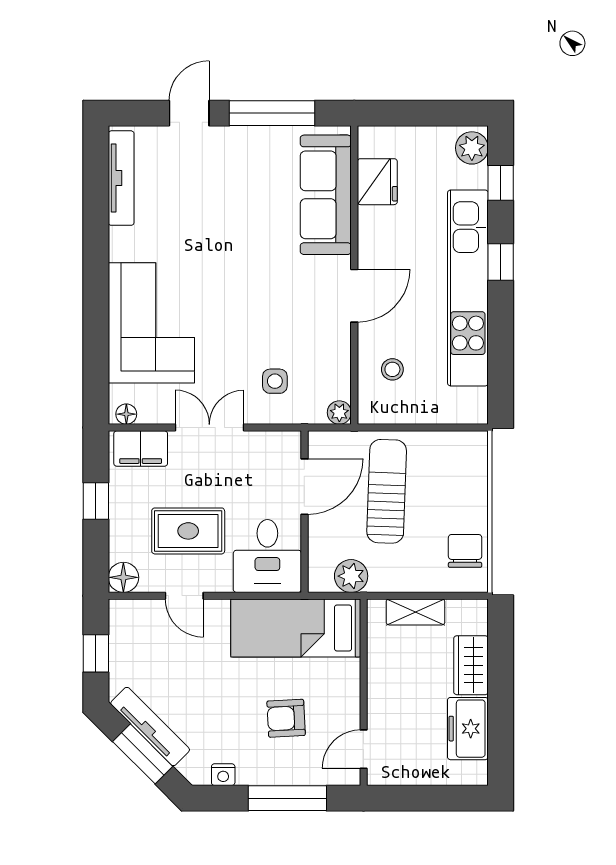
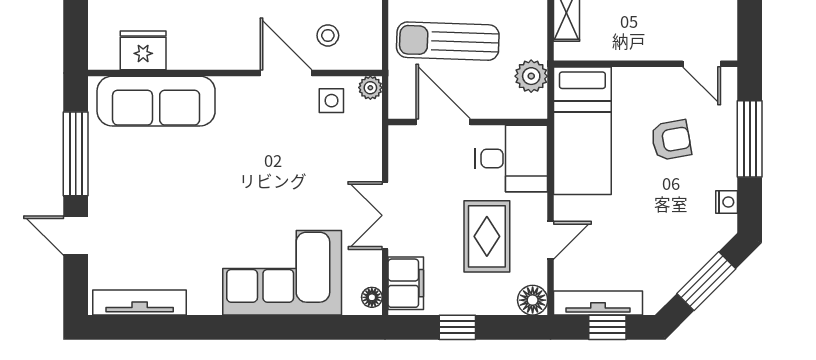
door: (354, 296) -> (286, 73), moved
side table: (275, 381) -> (331, 101), moved
armchair: (286, 718) -> (671, 140), turned -97
tv unit: (150, 726) -> (598, 303), moved, turned 45

